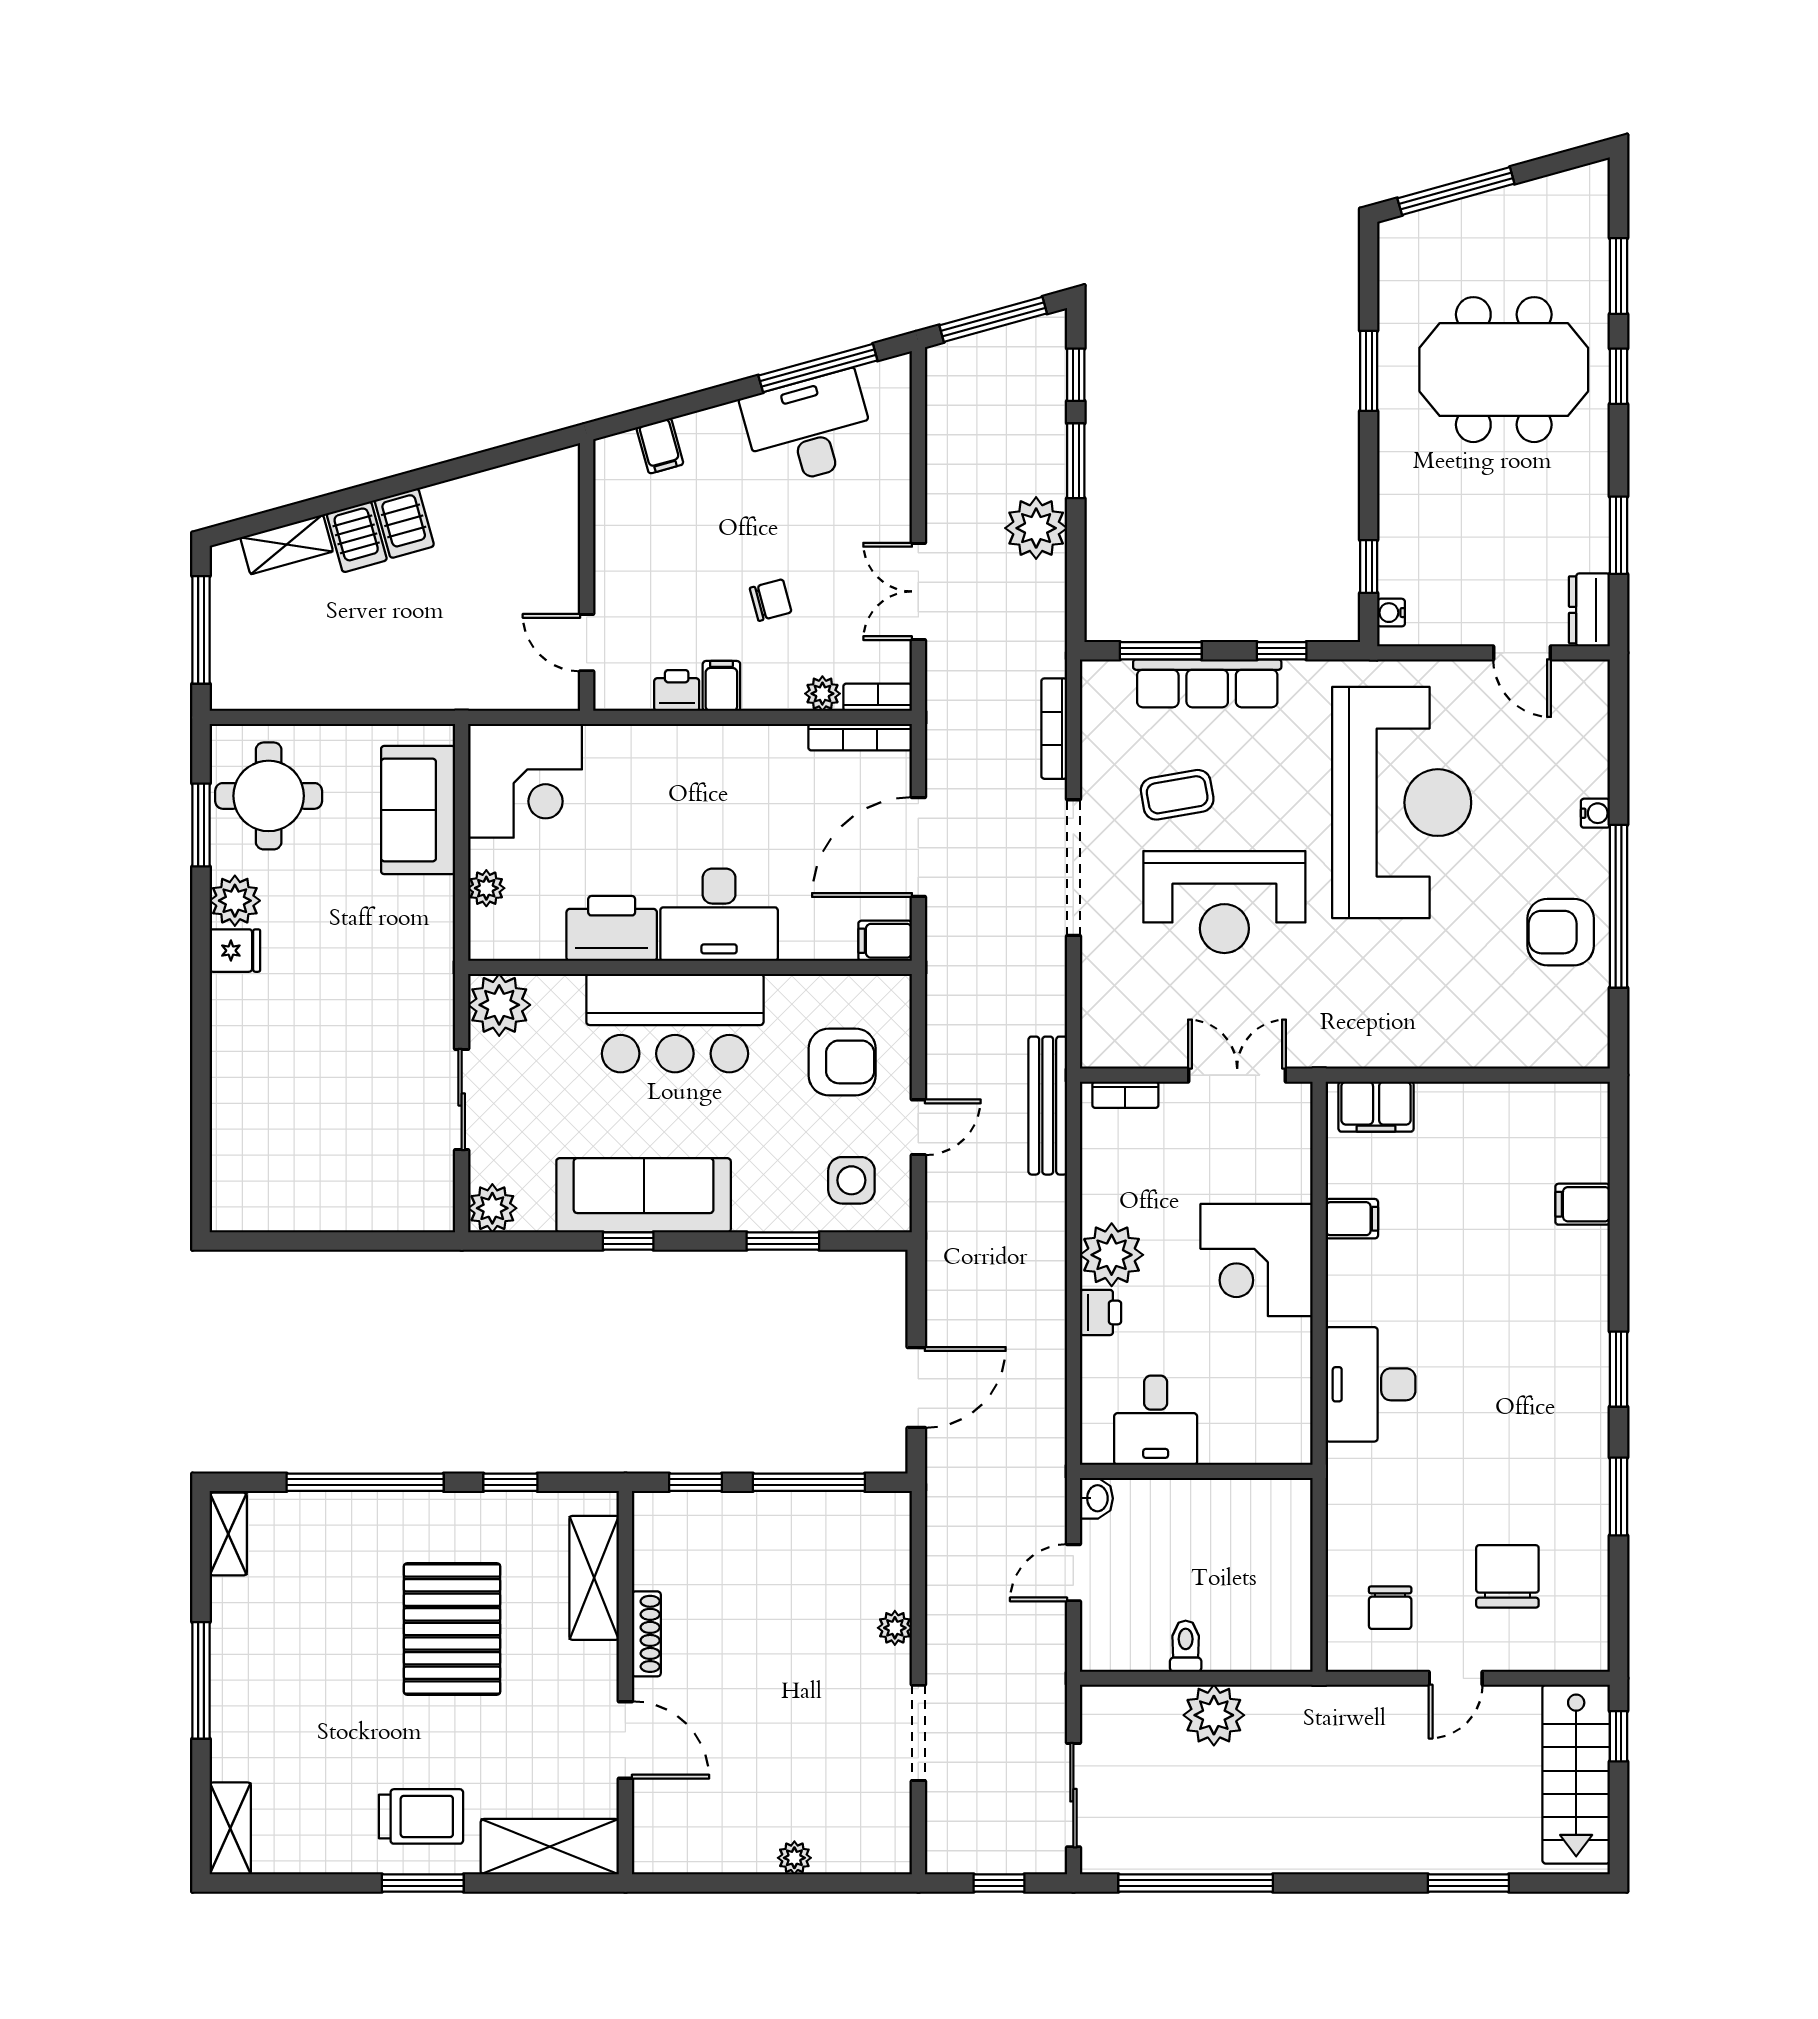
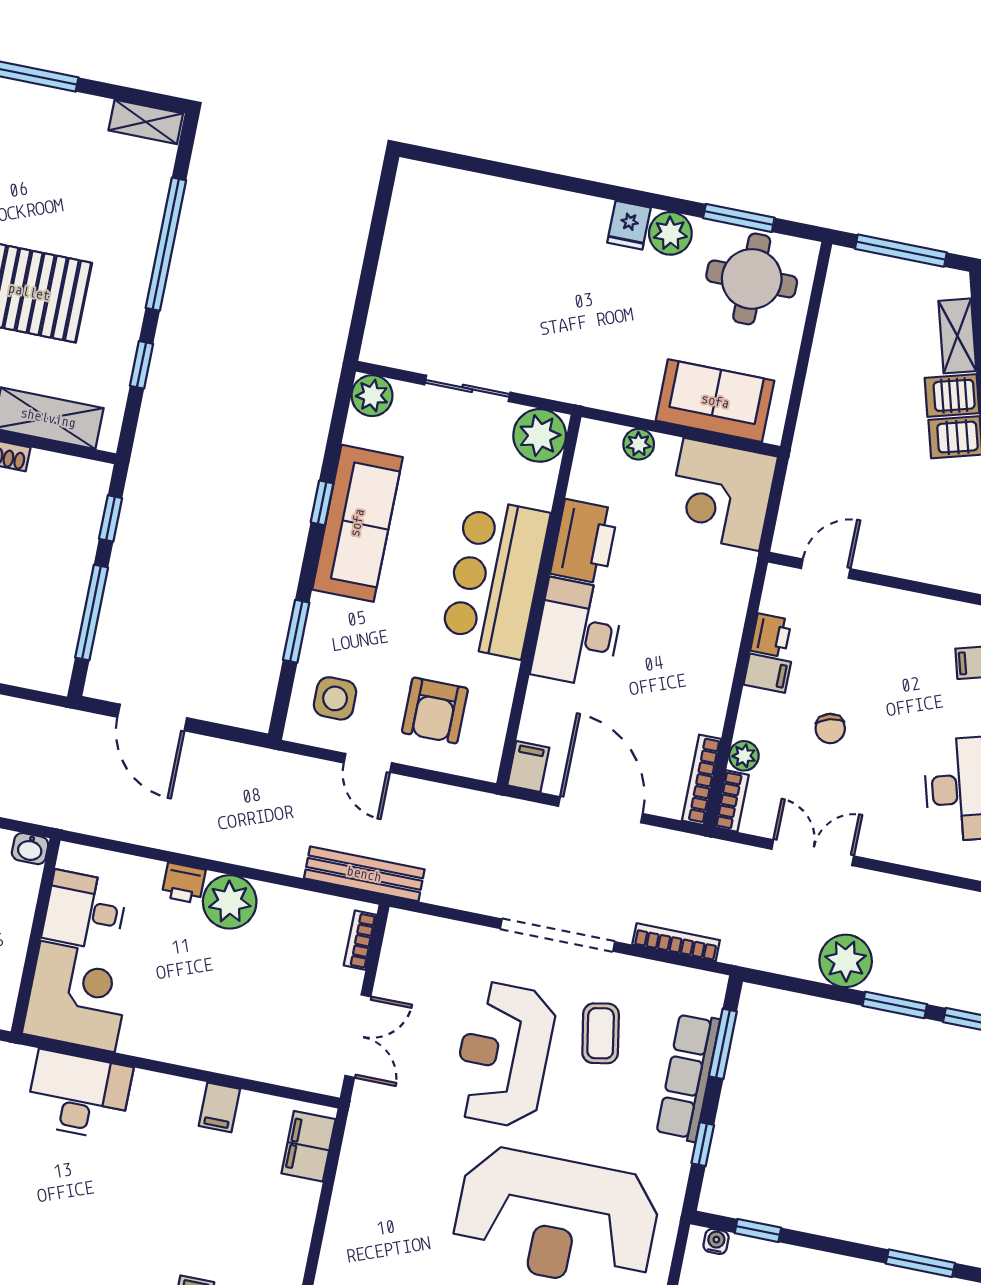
corner desk: (1257, 1260) -> (77, 996), moved, turned 90

